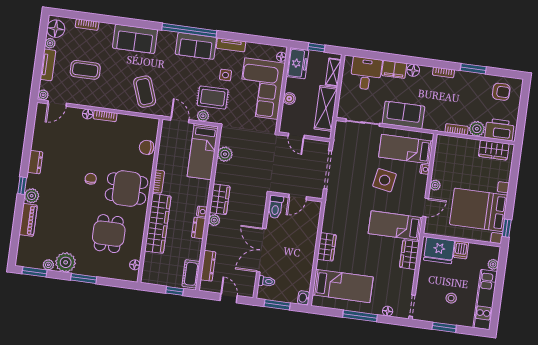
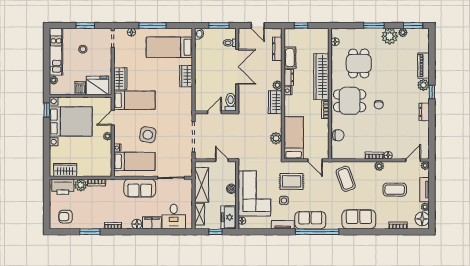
plant: (203, 116) -> (379, 166), moved
cot: (191, 274) -> (290, 58), moved

